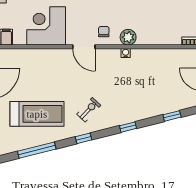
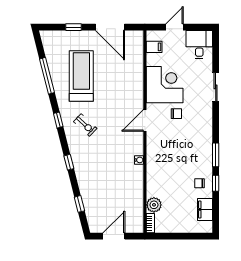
chair: (104, 32) -> (176, 114), moved
plant: (128, 37) -> (154, 205), moved
treadmill: (37, 114) -> (81, 76), turned 180

